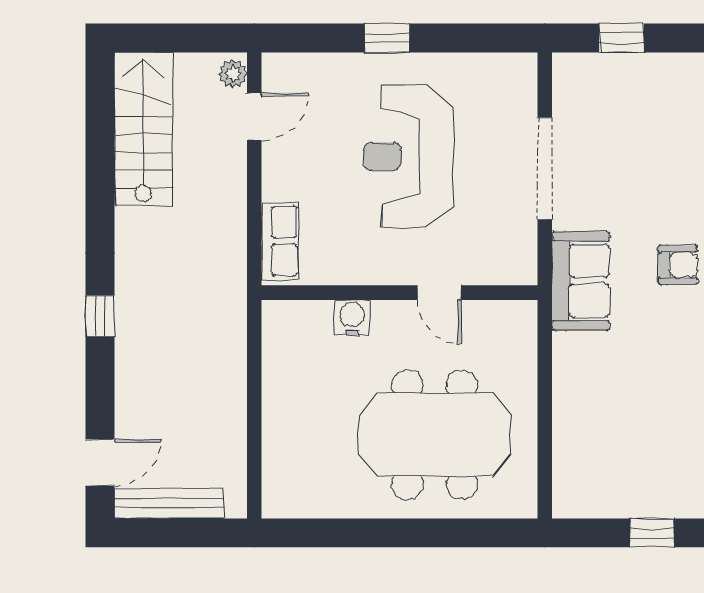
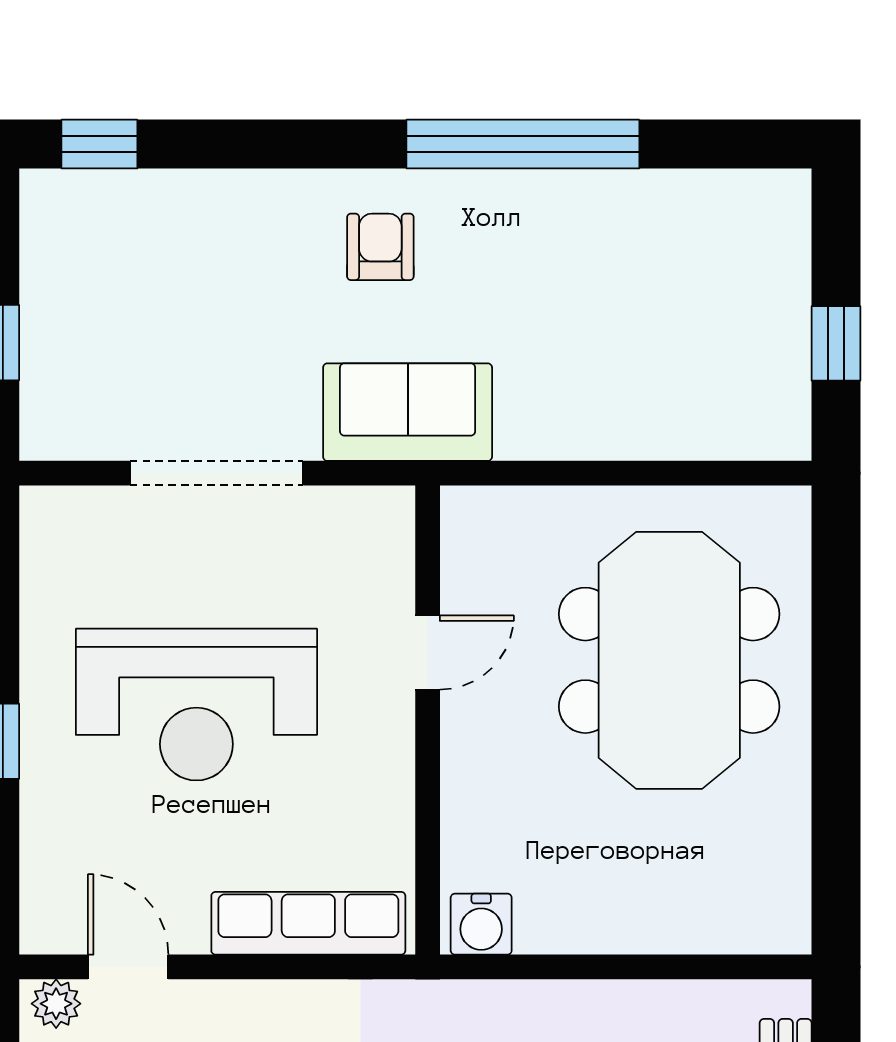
row of seats: (280, 241) -> (308, 923), width x1.48
water cooler: (352, 318) -> (481, 924), moved, turned -90
window: (652, 533) -> (836, 343), moved

